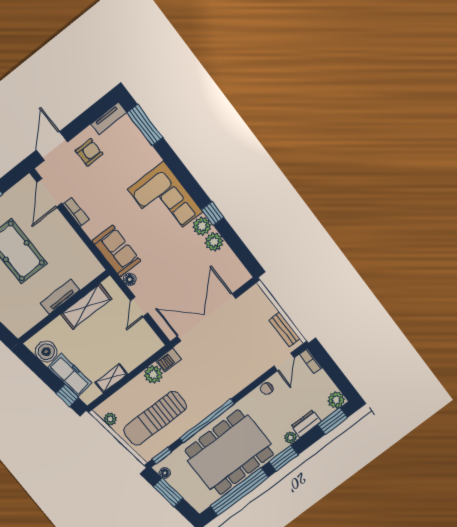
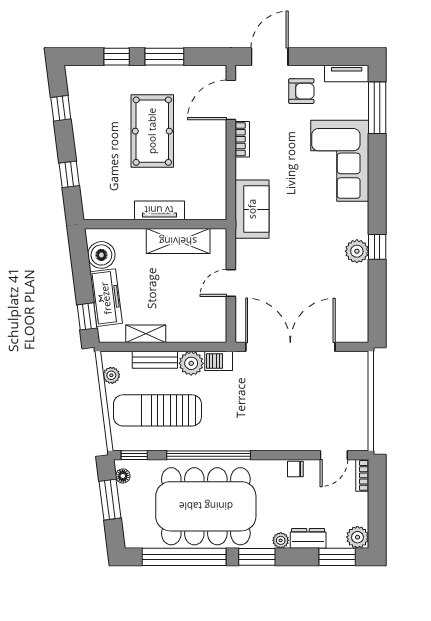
corner sofa: (165, 201) -> (340, 161), moved
plant: (214, 242) -> (357, 276), removed
floor lamp: (130, 279) -> (243, 248), removed
bench: (285, 329) -> (155, 360), moved, turned 90

